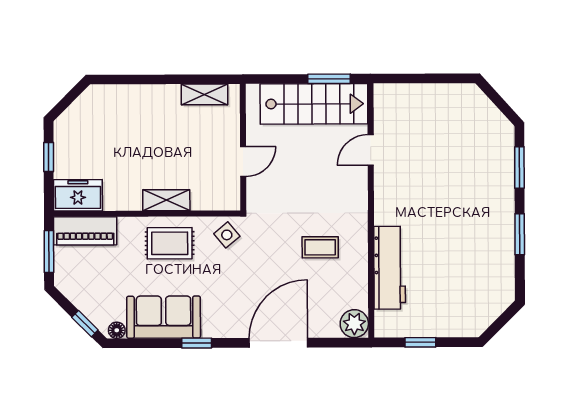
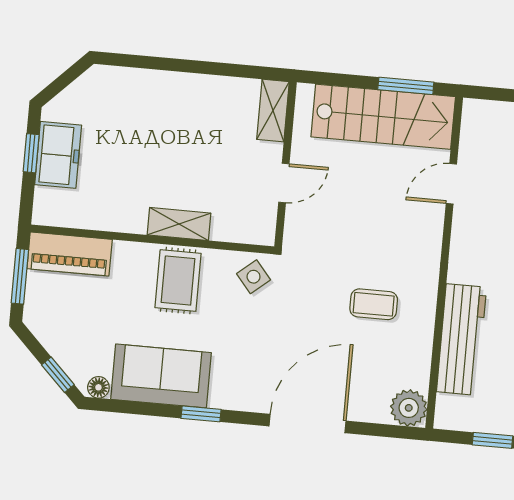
shelving: (204, 94) -> (273, 111), moved, turned 90
freezer: (78, 195) -> (58, 155), moved, turned 90
rug: (170, 243) -> (178, 281), turned 90

